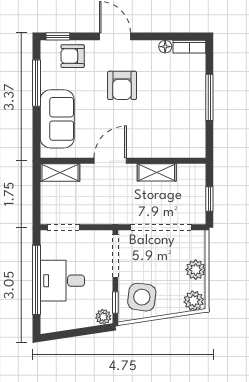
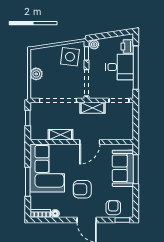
armchair: (73, 56) -> (113, 208), turned -90
window: (37, 83) -> (136, 169), moved
armchair: (122, 85) -> (82, 189), turned -90
corner sofa: (178, 119) -> (47, 168), added
shelving: (60, 173) -> (92, 108), moved
plant: (194, 301) -> (37, 55), removed
printer: (50, 314) -> (127, 46), added

